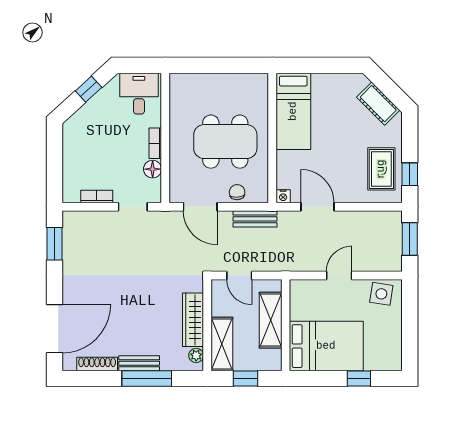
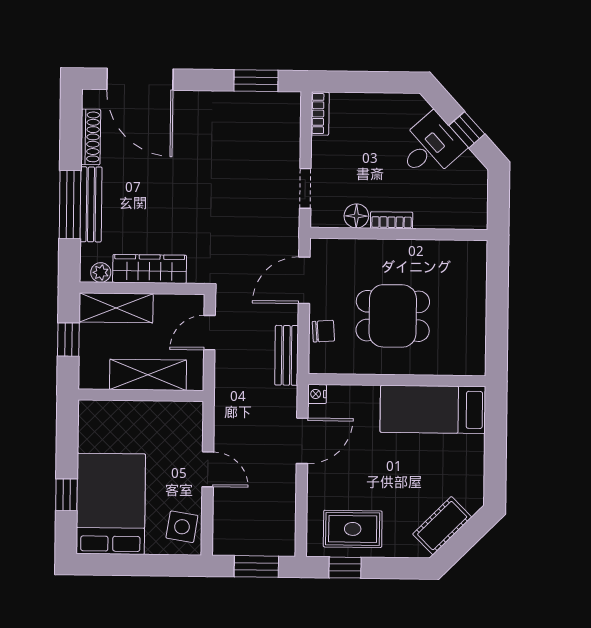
desk: (139, 94) -> (430, 147), moved, turned -42
dining table: (225, 142) -> (393, 316), width x0.73
bookcase: (97, 197) -> (320, 114), moved
bed: (326, 346) -> (111, 504), moved, turned 180
bench: (139, 363) -> (91, 204), width x1.36

